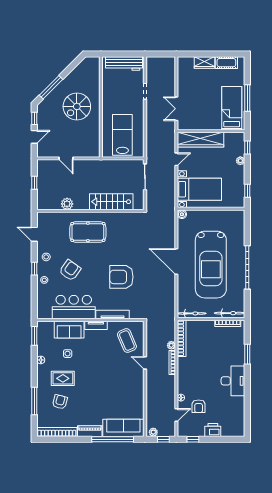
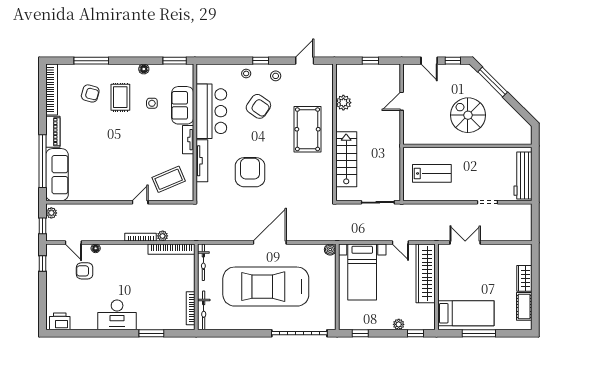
lab bench: (122, 135) -> (432, 173), width x0.73, depth x0.72
garage door: (247, 267) -> (299, 333), moved
printer: (213, 430) -> (60, 321), moved, turned -90

